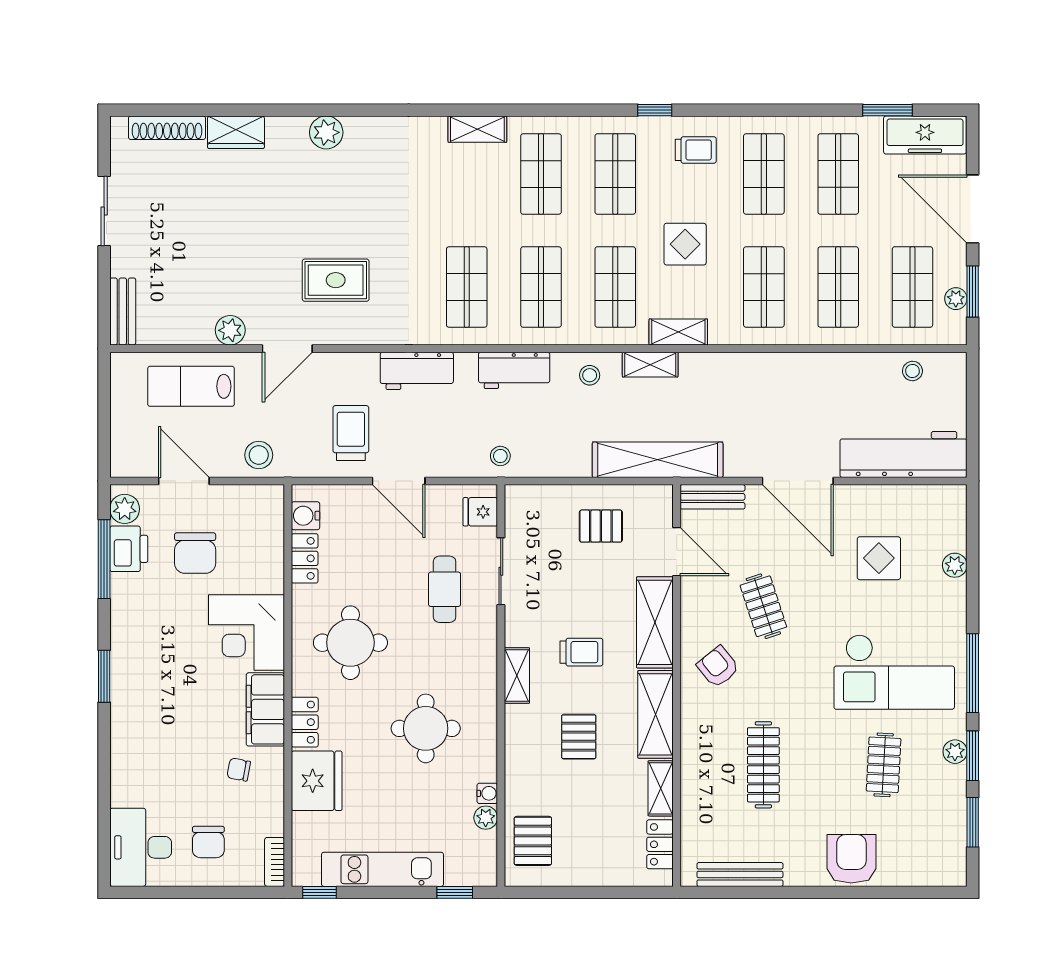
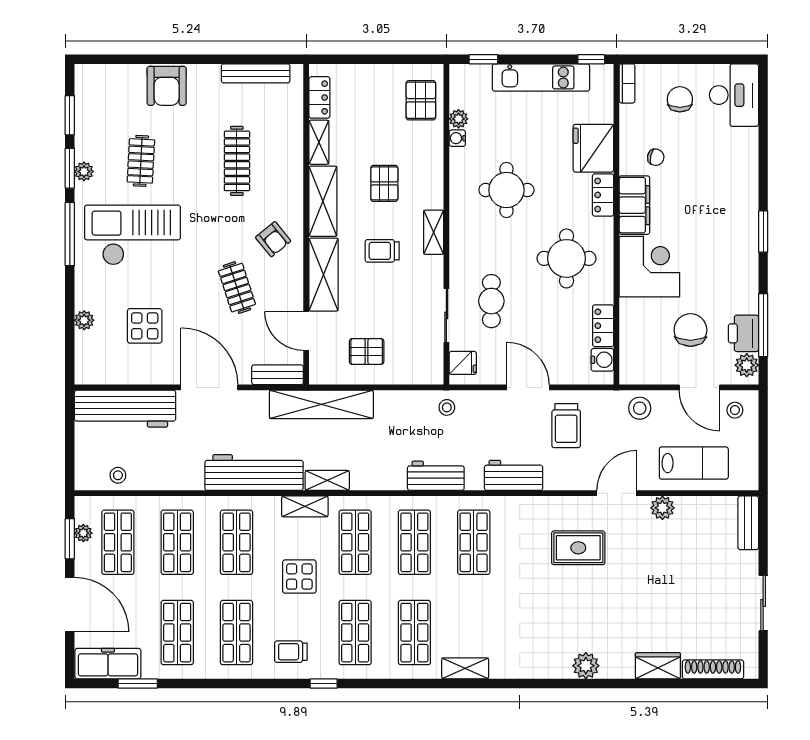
workbench: (742, 374) -> (254, 473), added
stool: (590, 375) -> (735, 410), moved

